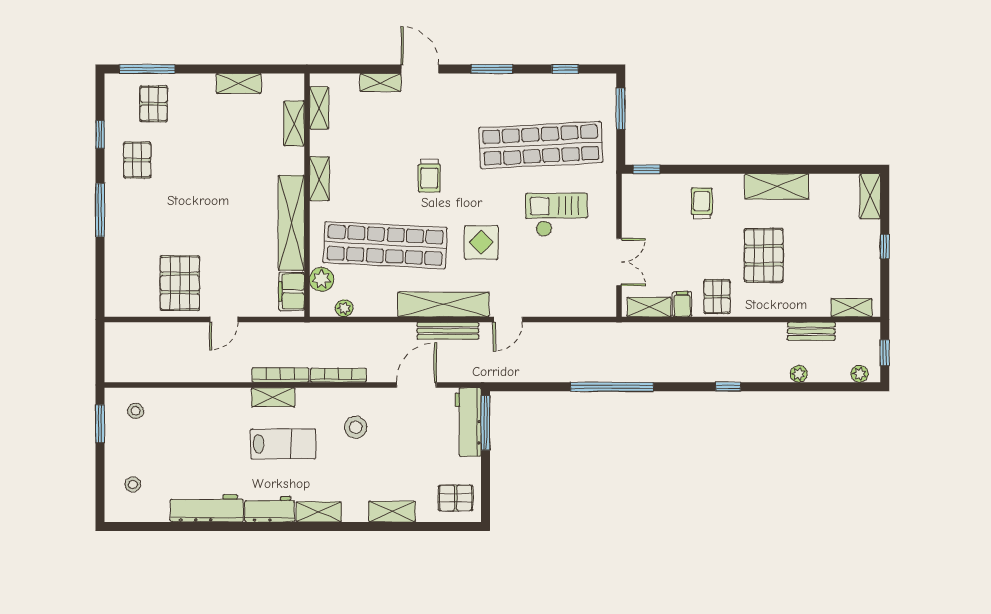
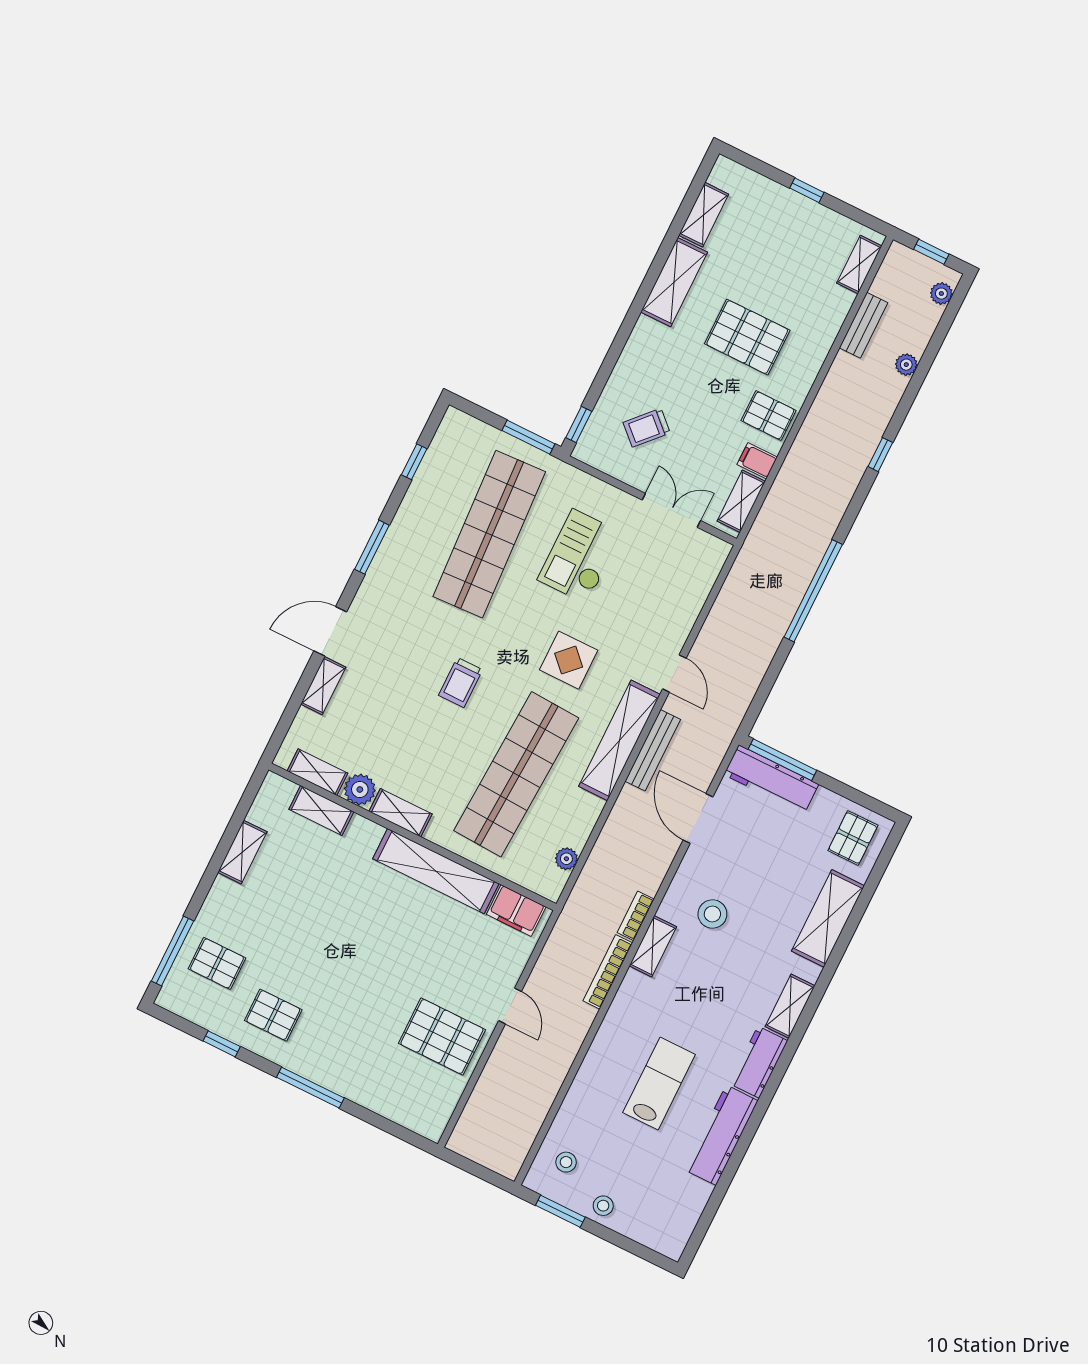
window: (621, 109) -> (528, 437), moved
trolley: (429, 176) -> (461, 682), turned 90
shelving: (870, 196) -> (704, 215), moved, turned 90
trolley: (702, 203) -> (647, 428), moved, turned -47
plant: (322, 279) -> (360, 789), moved
bookcase: (338, 375) -> (636, 916), width x0.64
shelving: (273, 397) -> (653, 946), moved
lab bench: (283, 444) -> (659, 1084), moved
stool: (133, 484) -> (603, 1206), moved
shelving: (392, 512) -> (828, 918), width x1.50, depth x1.33

